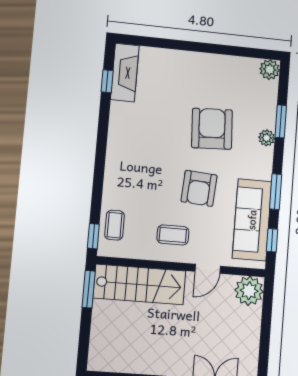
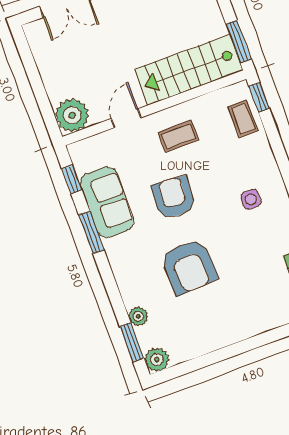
window: (281, 121) -> (132, 342), moved
plant: (267, 138) -> (138, 316), moved
side table: (138, 158) -> (251, 199), added
sofa: (252, 220) -> (107, 202), width x0.73

